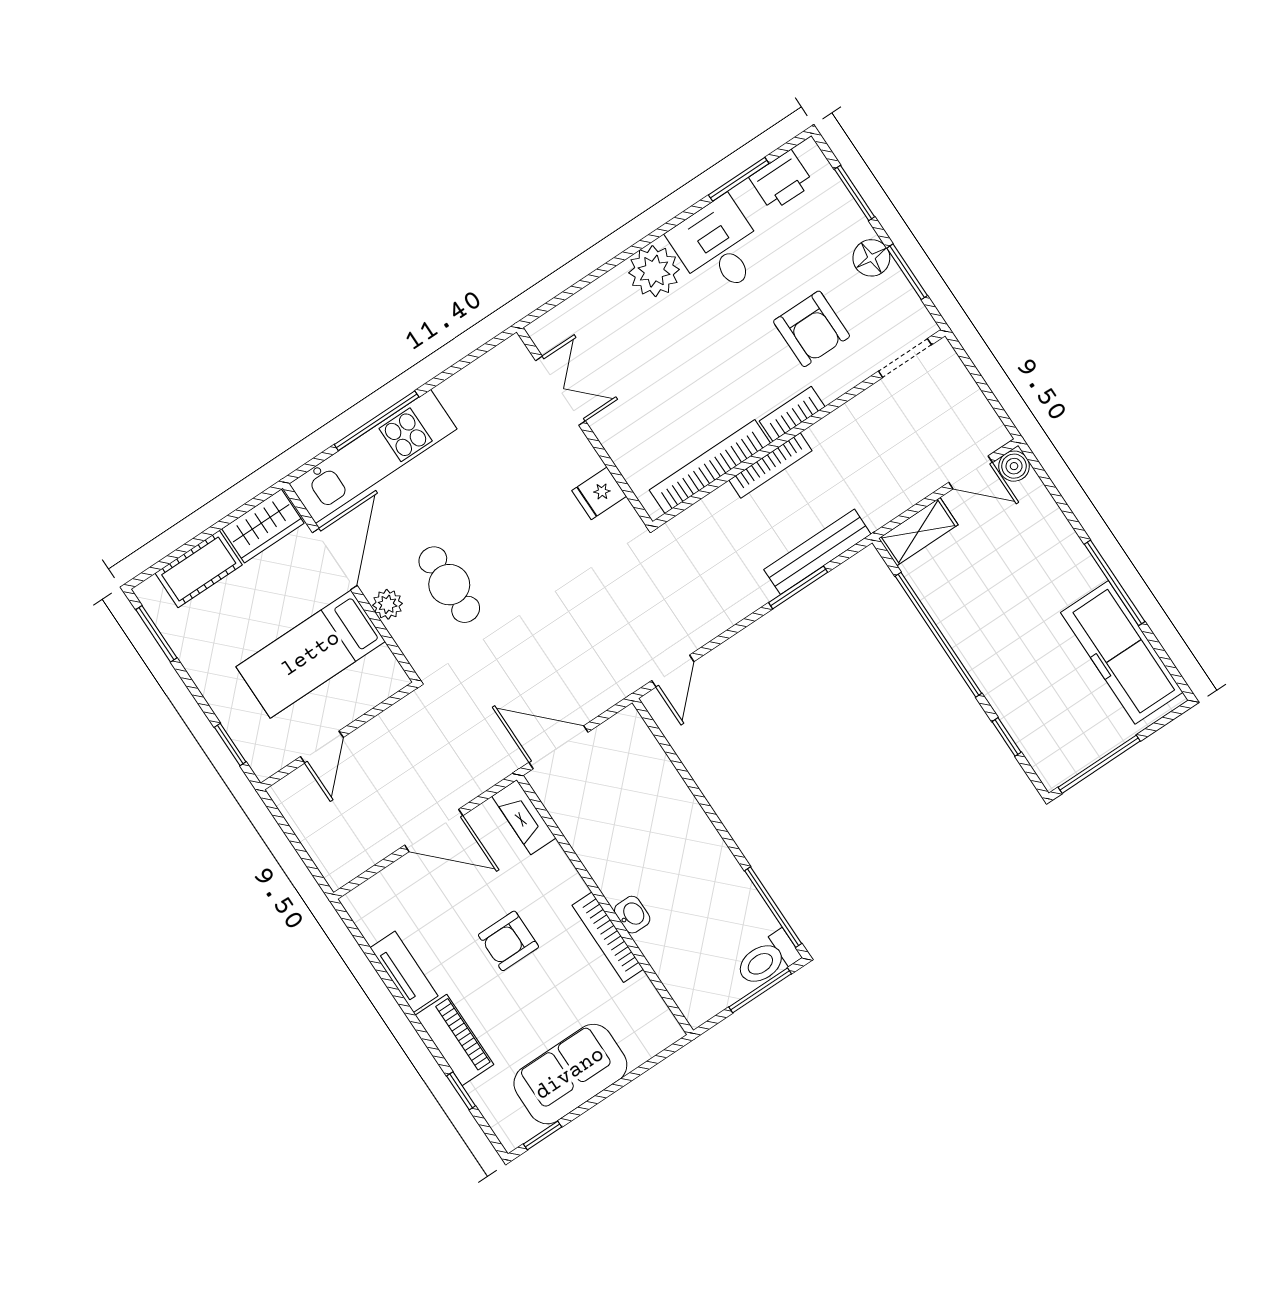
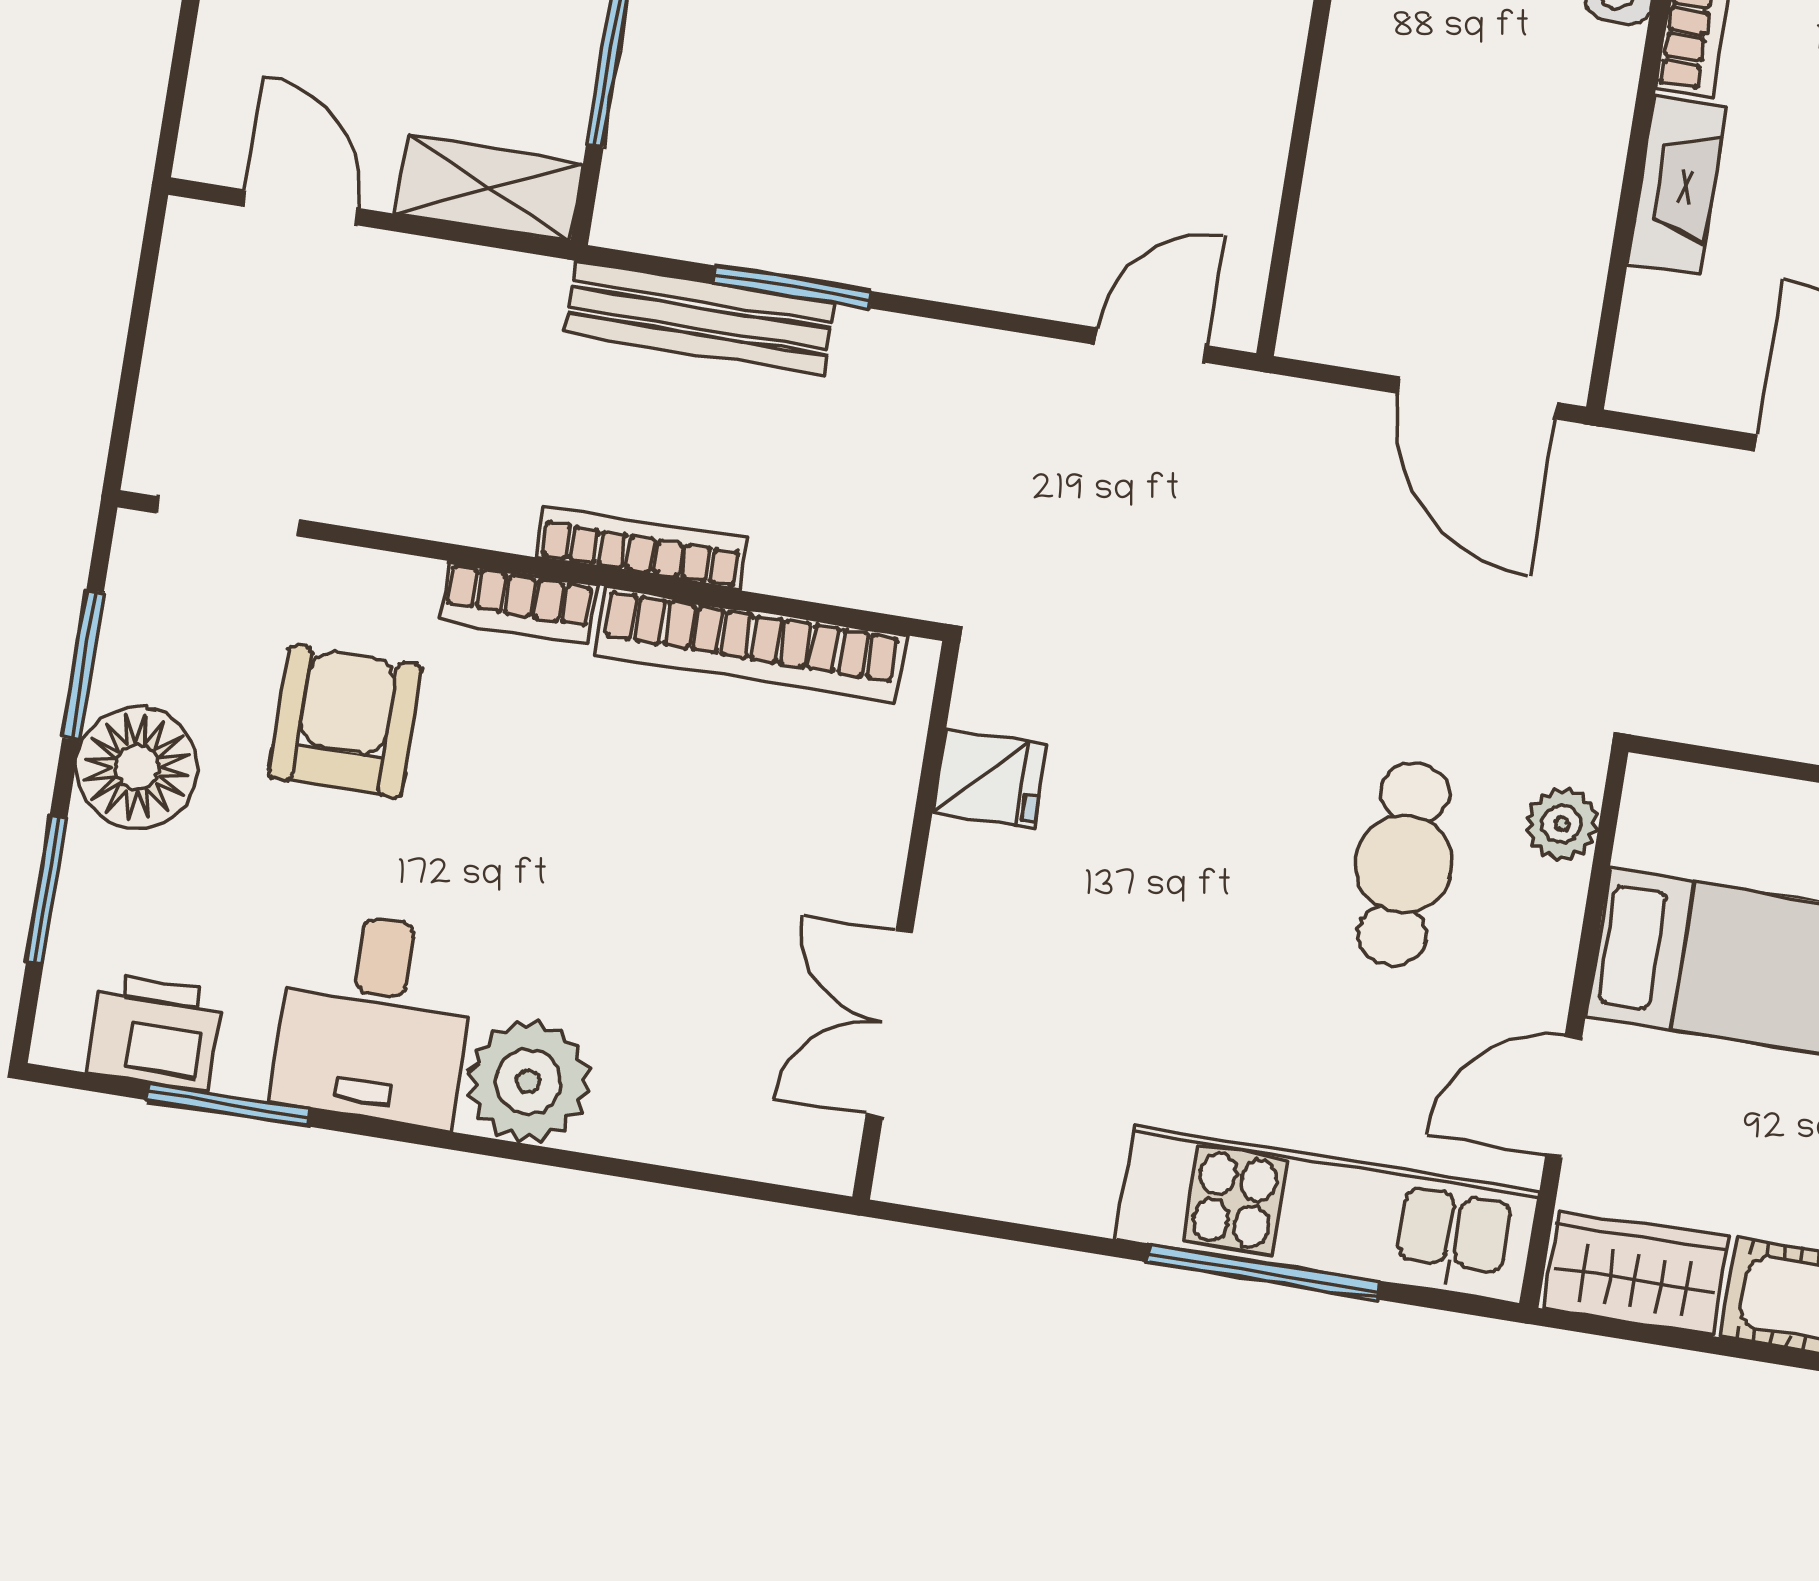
floor lamp: (871, 258) -> (137, 767), width x1.38, depth x1.38
boiler: (1014, 466) -> (213, 147), removed
door: (335, 559) -> (1564, 1097), width x0.73
plant: (388, 604) -> (1562, 824), moved
fireplace: (524, 817) -> (1677, 185), moved

